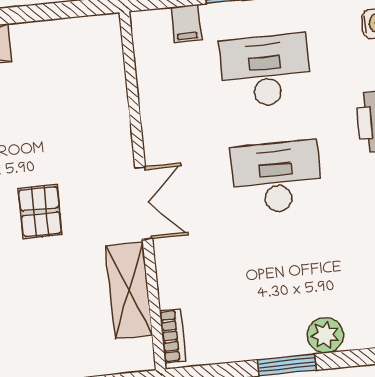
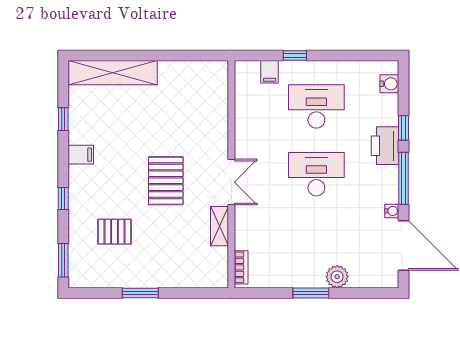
pallet: (40, 212) -> (166, 181), width x1.50, depth x1.42
shelving: (129, 290) -> (220, 226), width x0.67, depth x0.75

